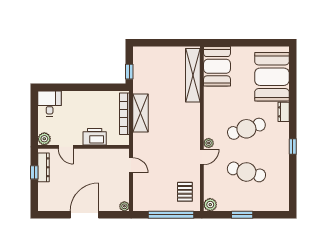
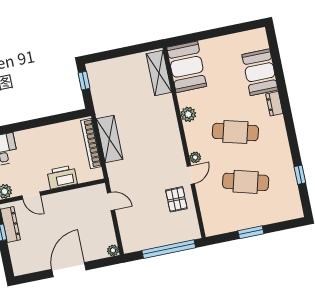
window: (129, 72) -> (84, 81), moved
shelving: (193, 75) -> (159, 73), width x0.68
booth: (272, 77) -> (260, 72), width x0.73, depth x0.70
cafe table: (246, 129) -> (235, 132), turned 33
window: (293, 147) -> (300, 175), moved
pallet: (185, 192) -> (176, 199), moved
plant: (210, 205) -> (188, 114), moved

